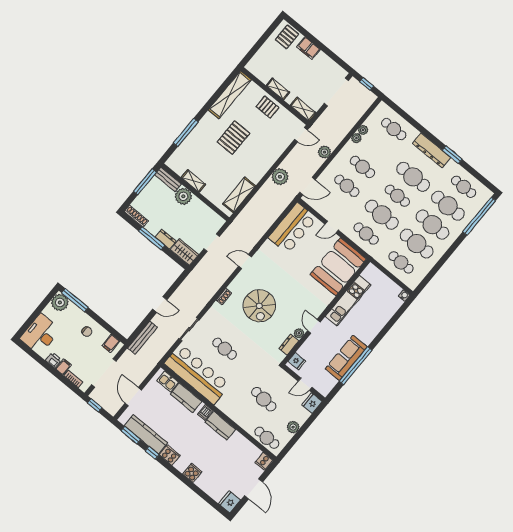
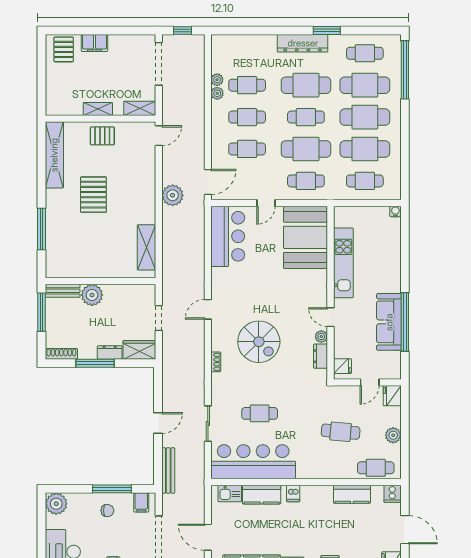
cafe table: (394, 129) -> (247, 85), moved
plant: (324, 152) -> (197, 134), removed
shelving: (193, 181) -> (89, 271), removed
window: (75, 300) -> (112, 489), moved
kitchen counter: (220, 426) -> (352, 494), moved

